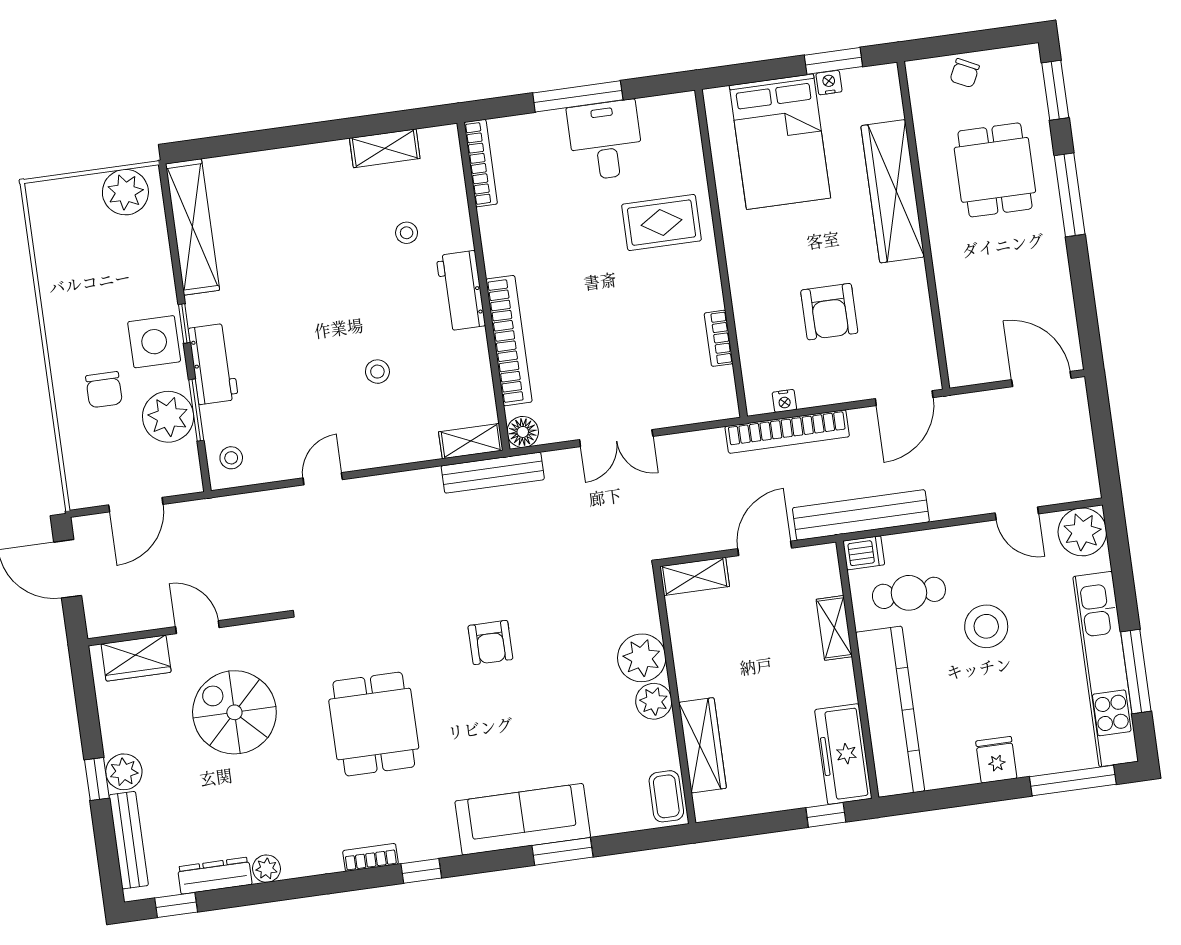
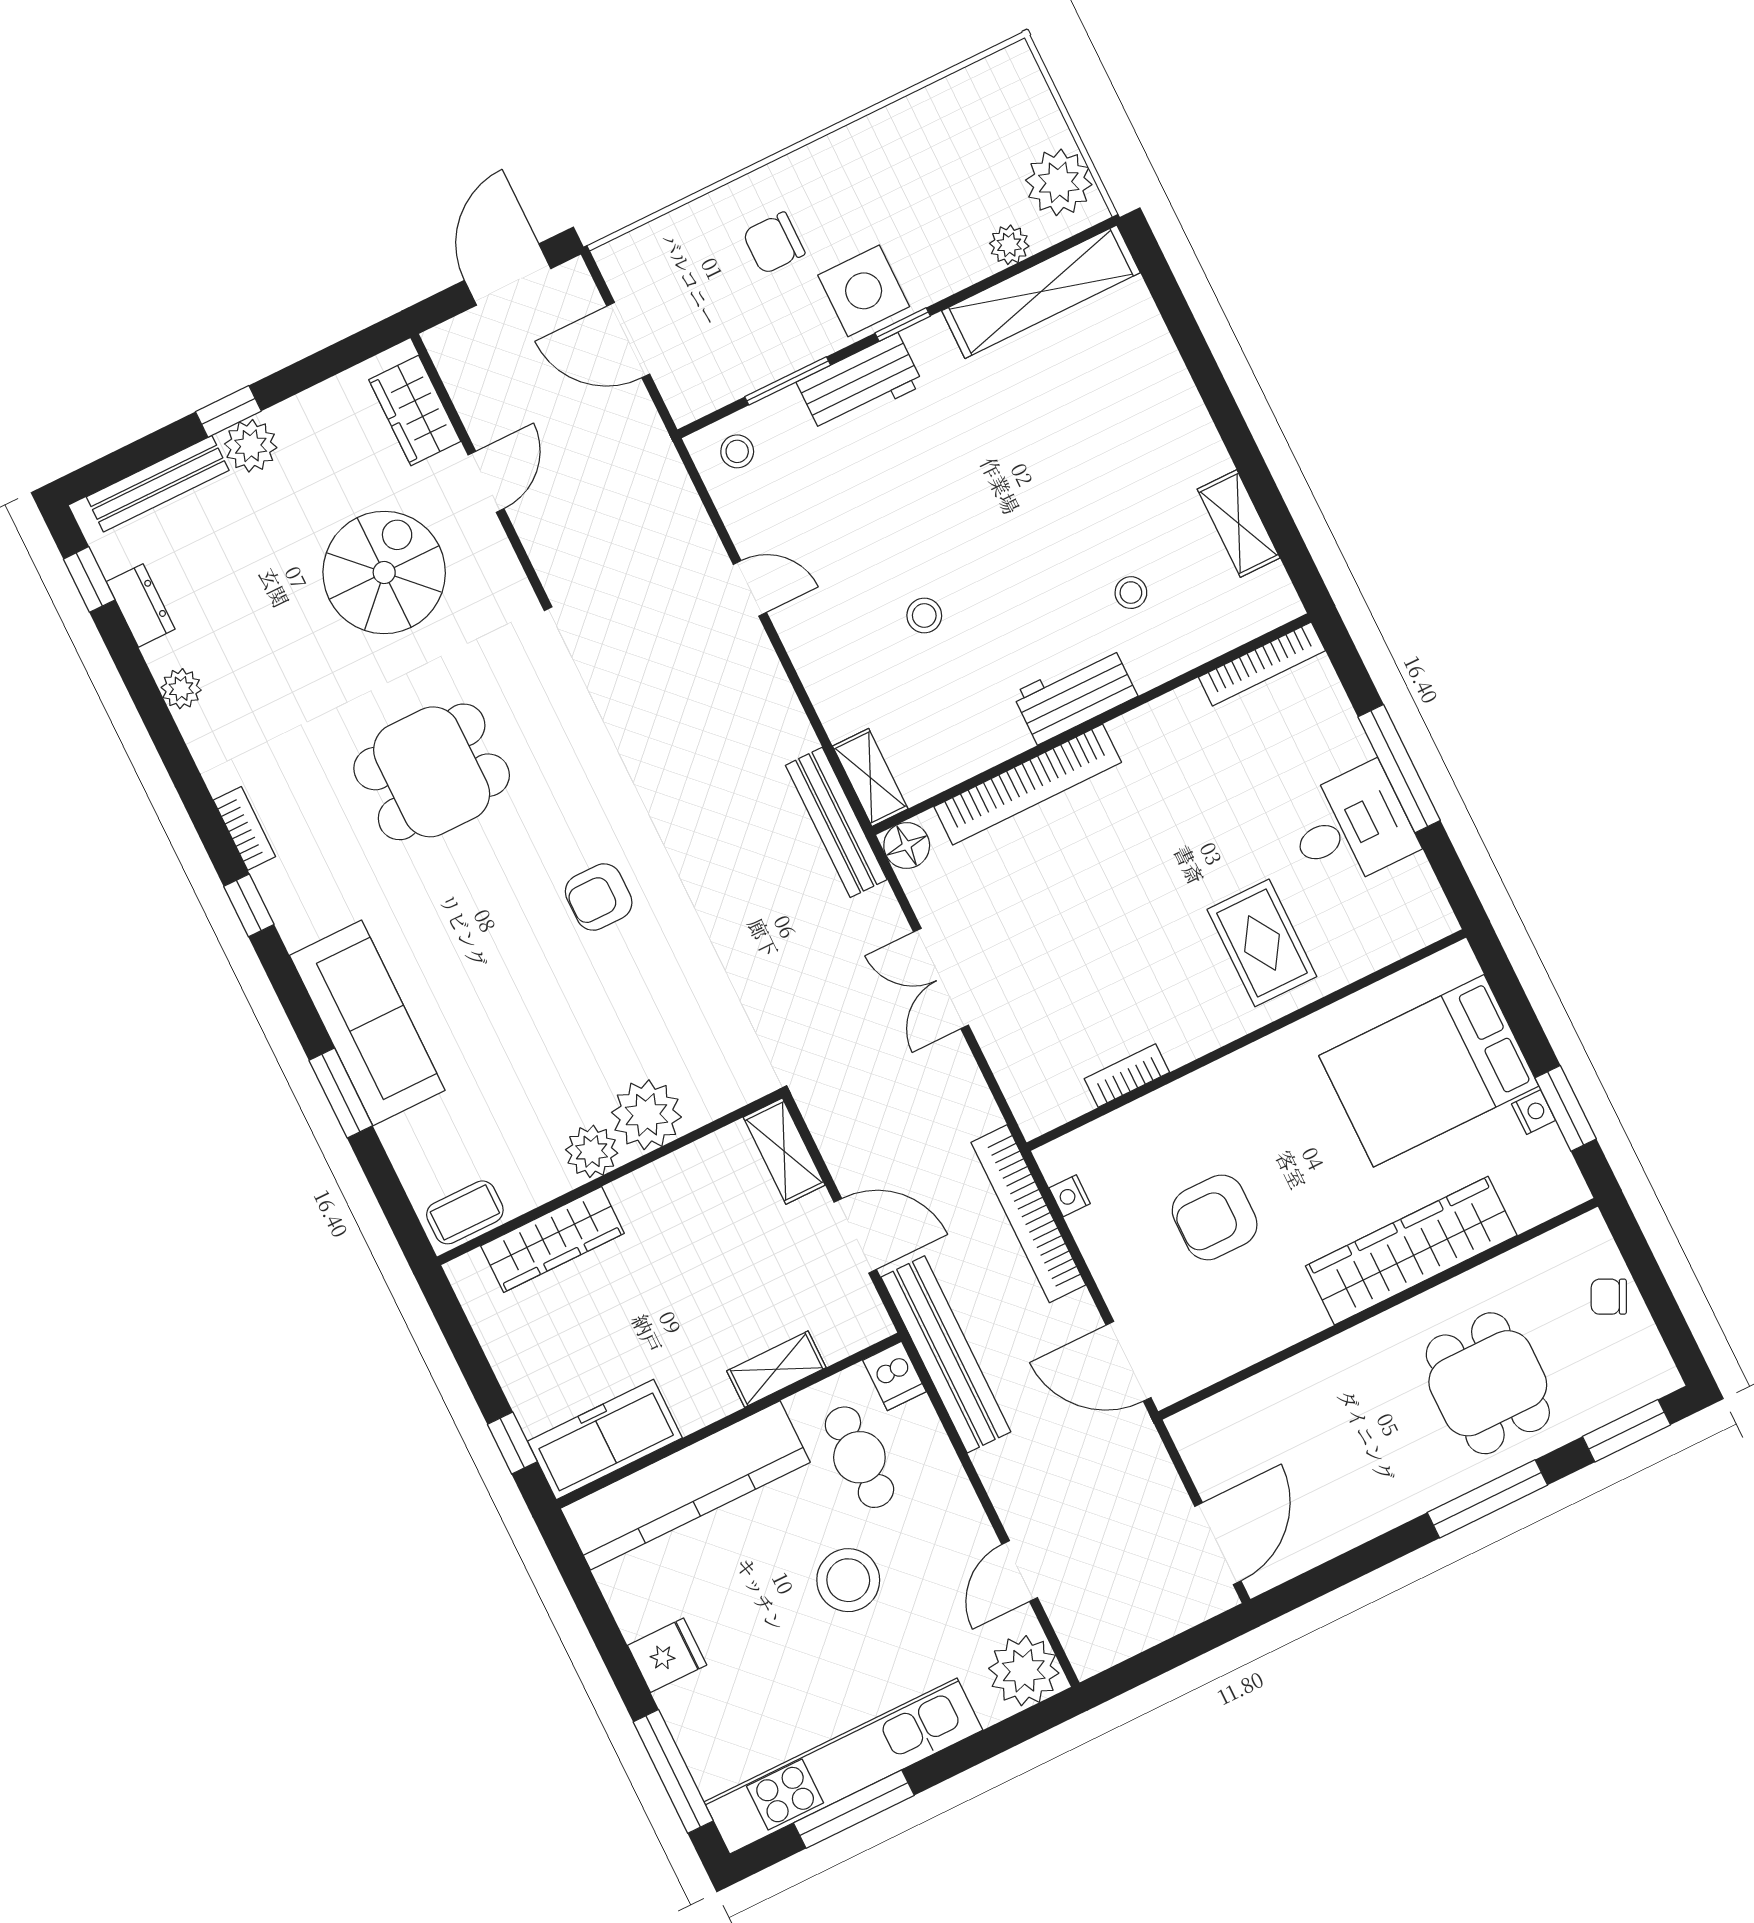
dining table: (995, 170) -> (1488, 1383), turned 90
plant: (168, 417) -> (1009, 245), moved, width x0.53, depth x0.53
dresser: (215, 876) -> (141, 605), width x0.70

